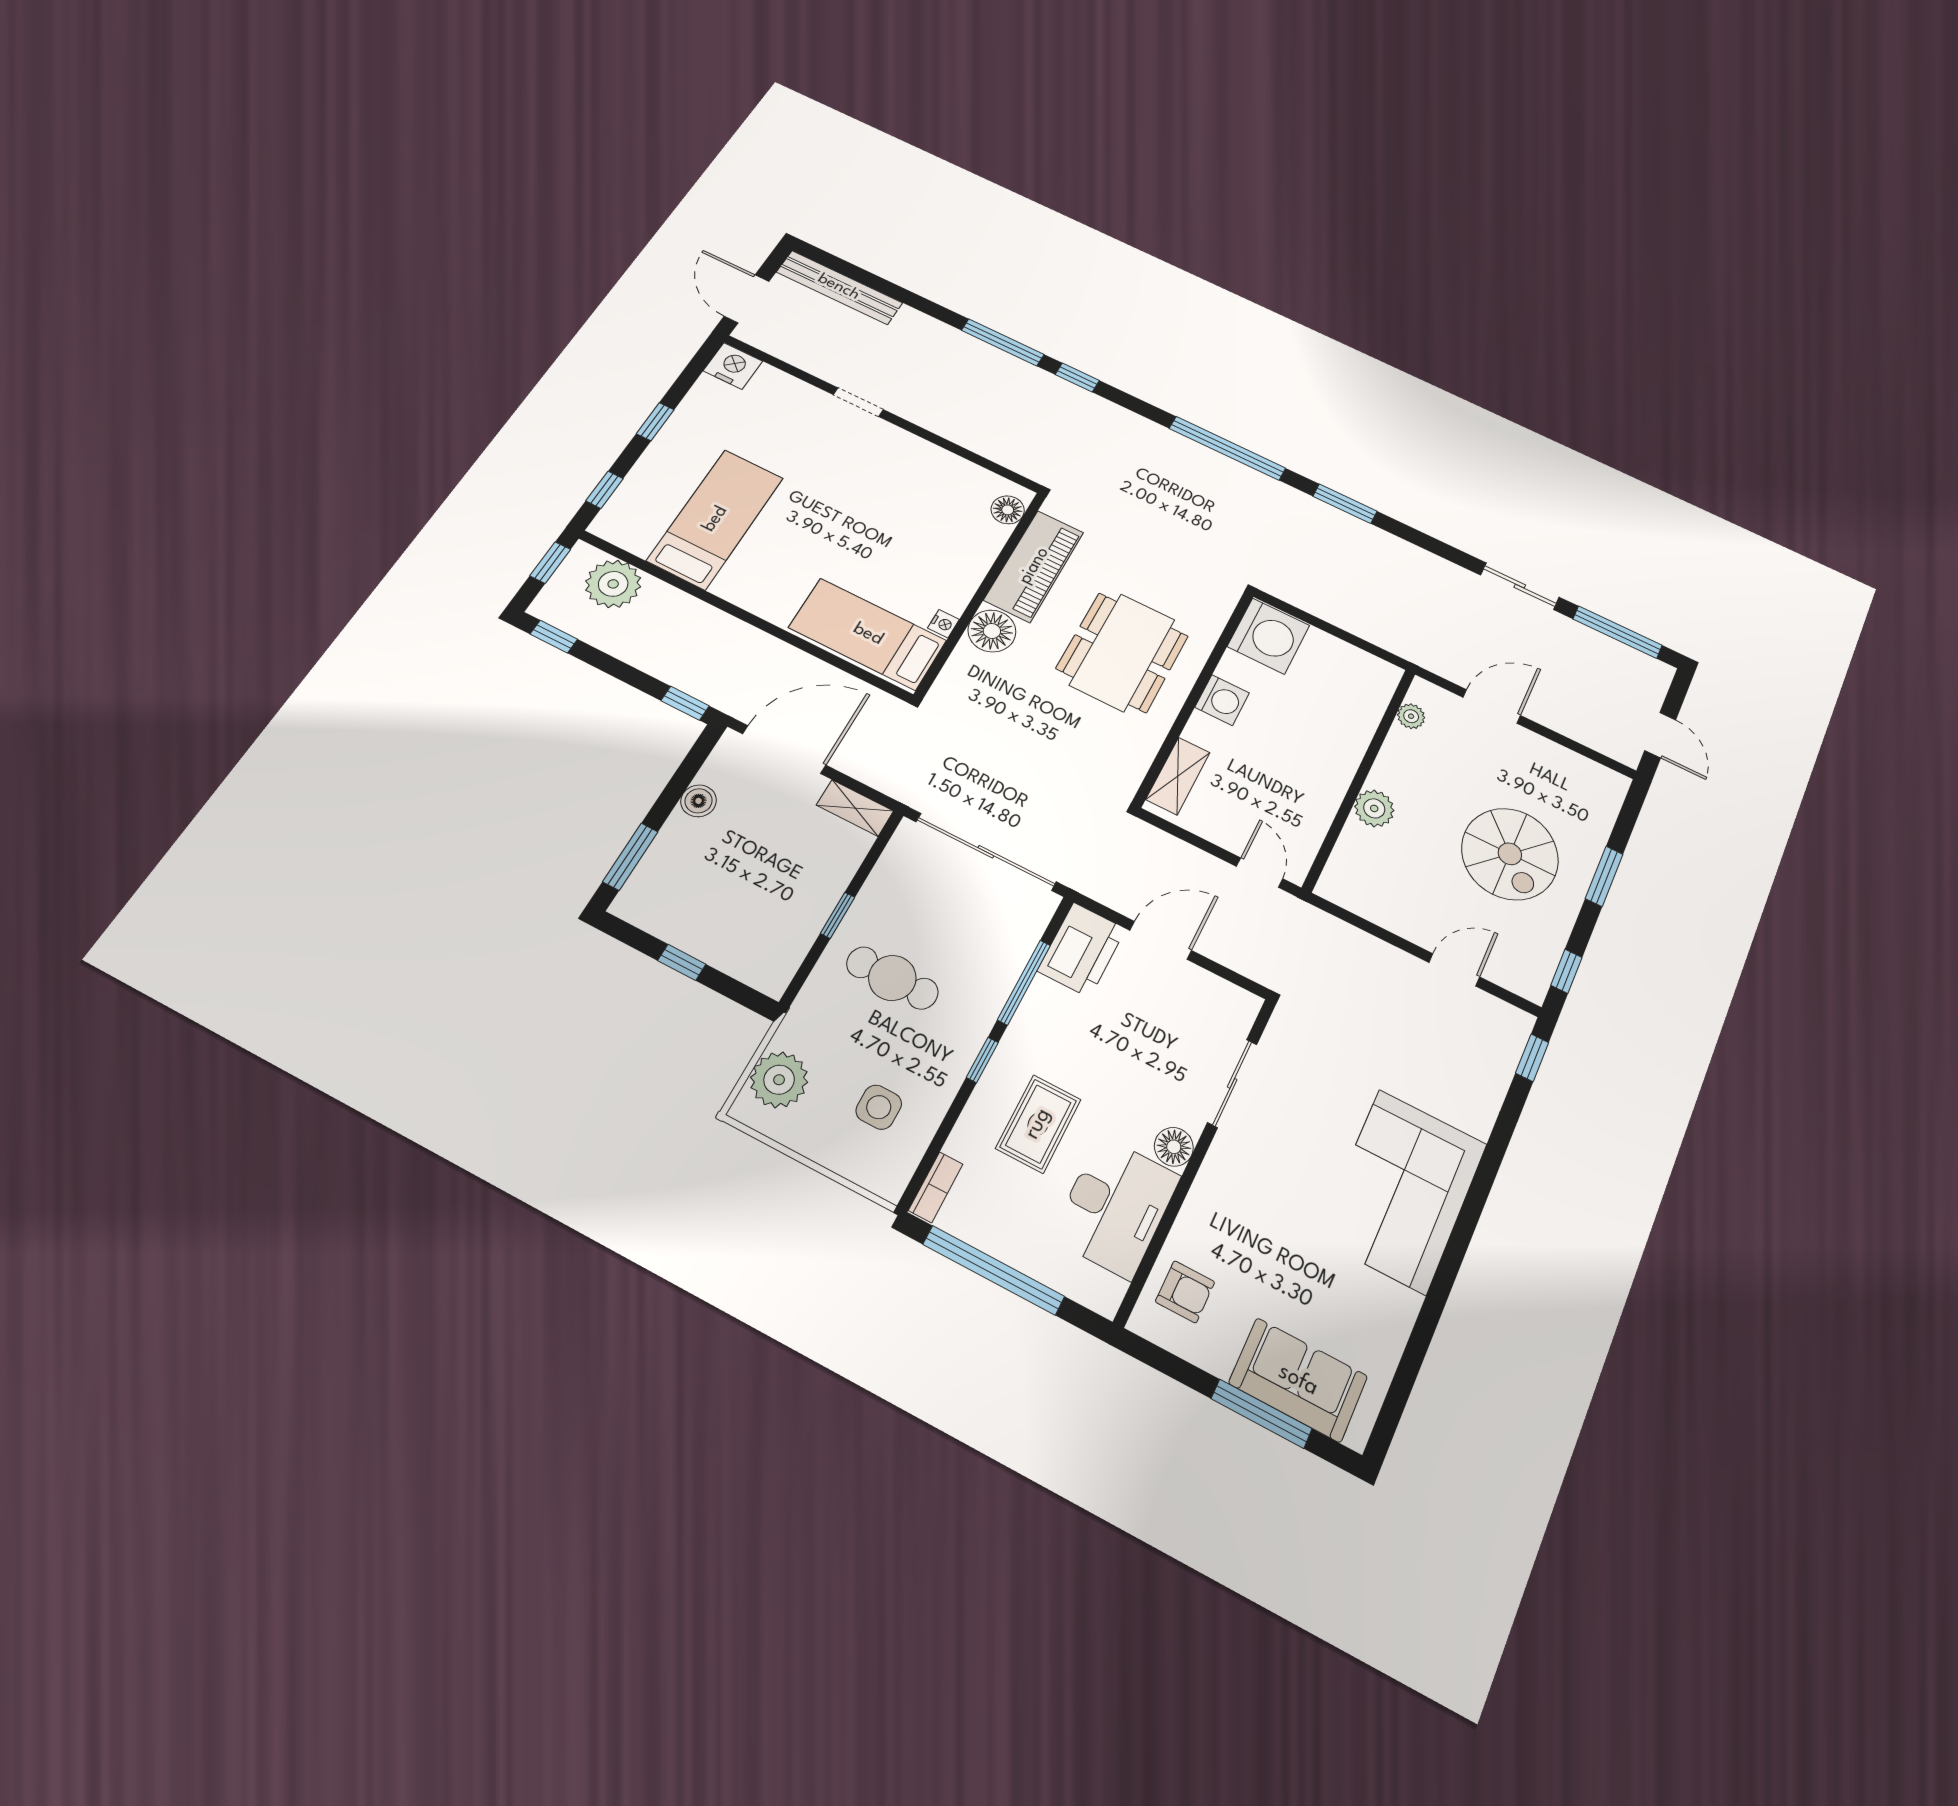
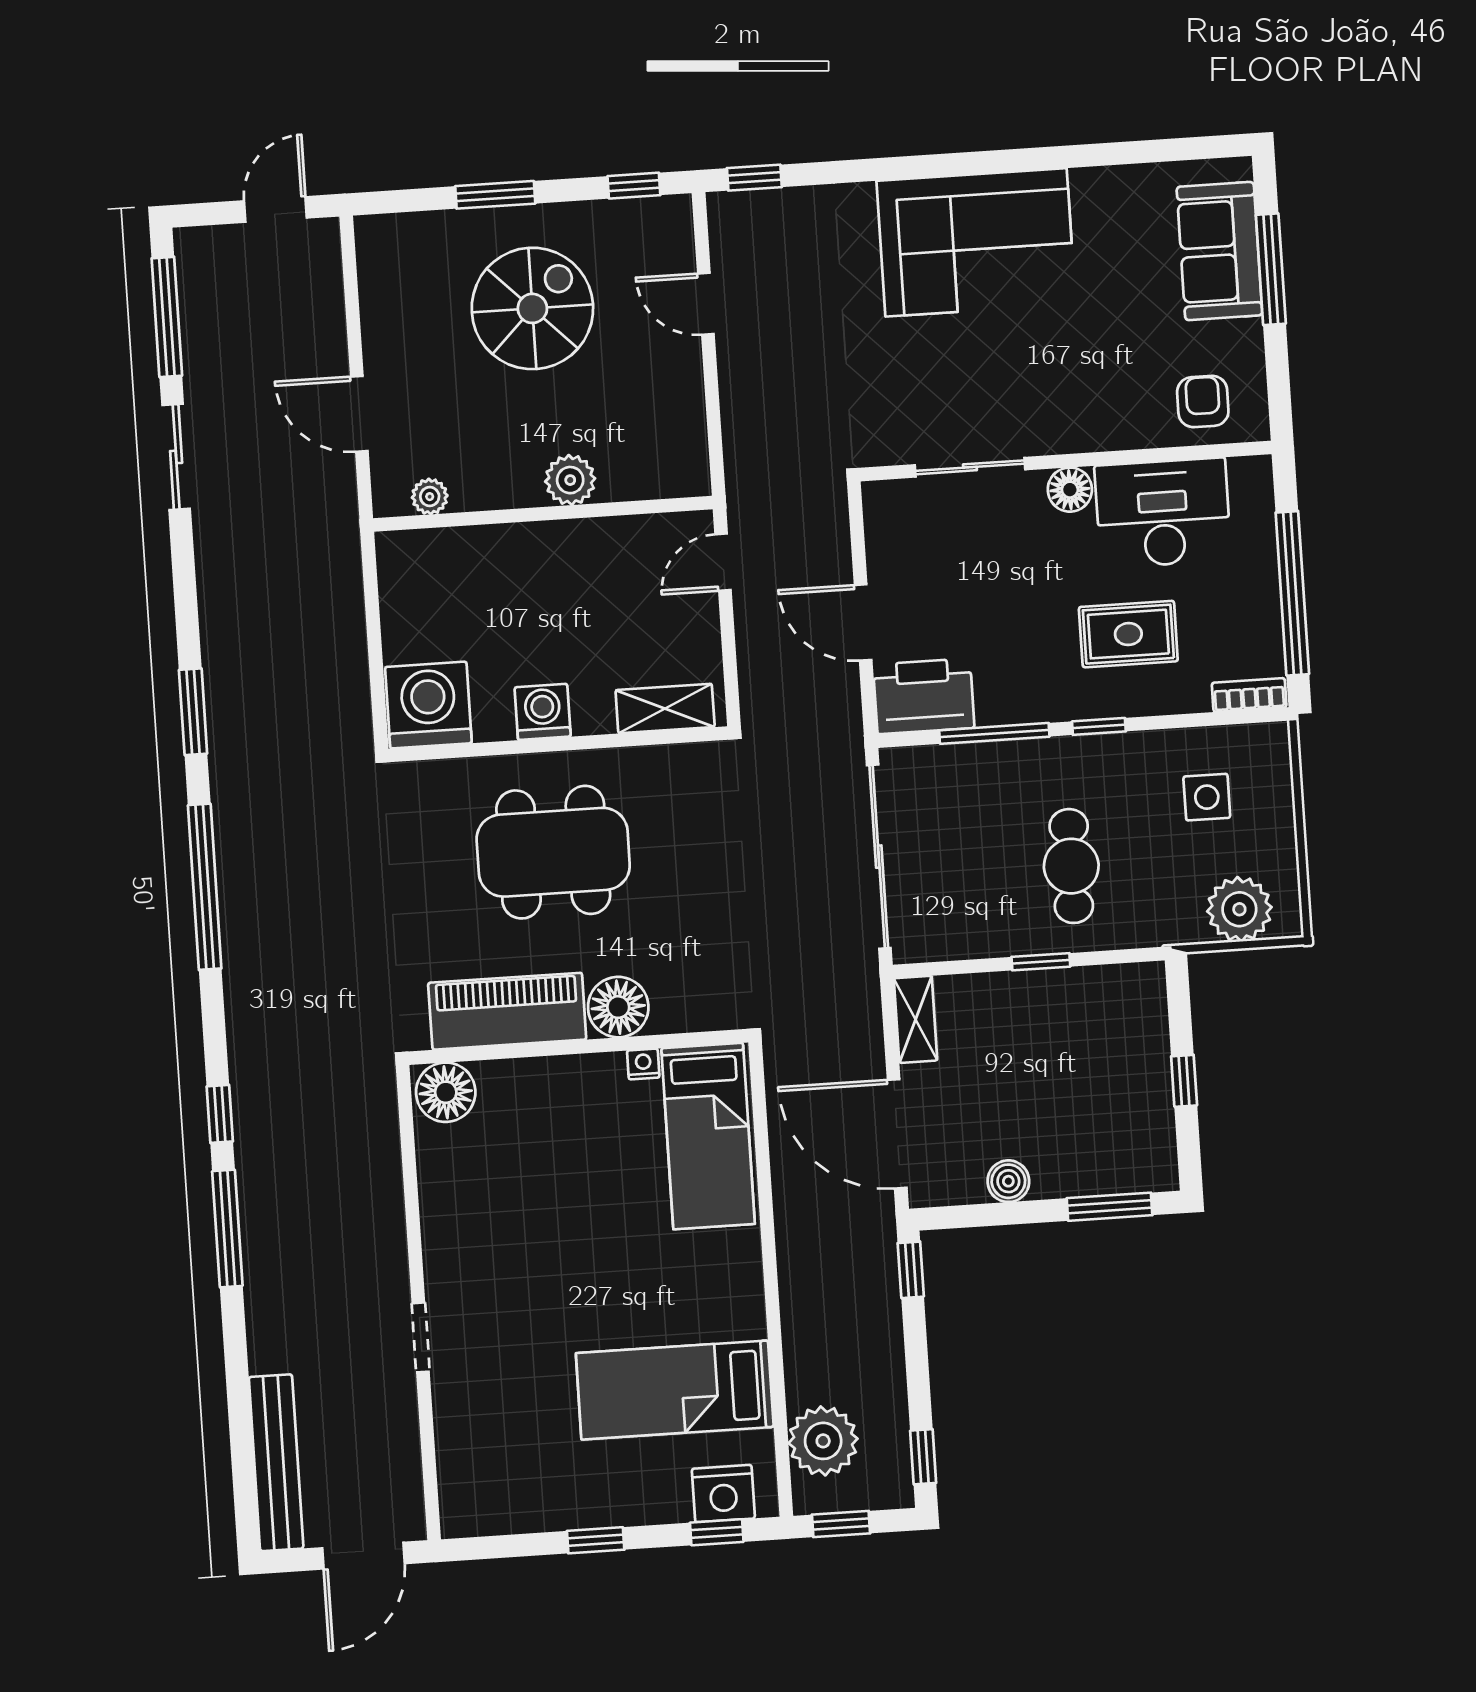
nightstand: (733, 366) -> (723, 1494), moved, turned -90
floor lamp: (1008, 510) -> (446, 1092), width x1.38, depth x1.38

